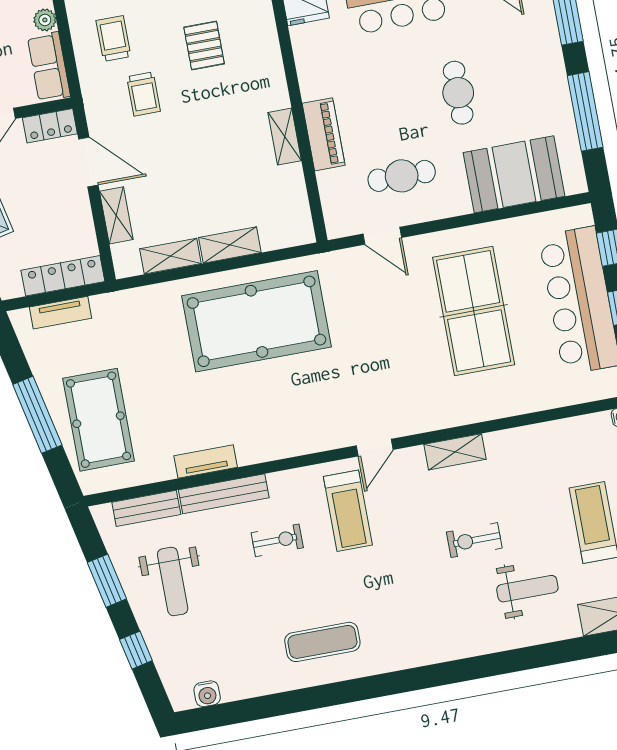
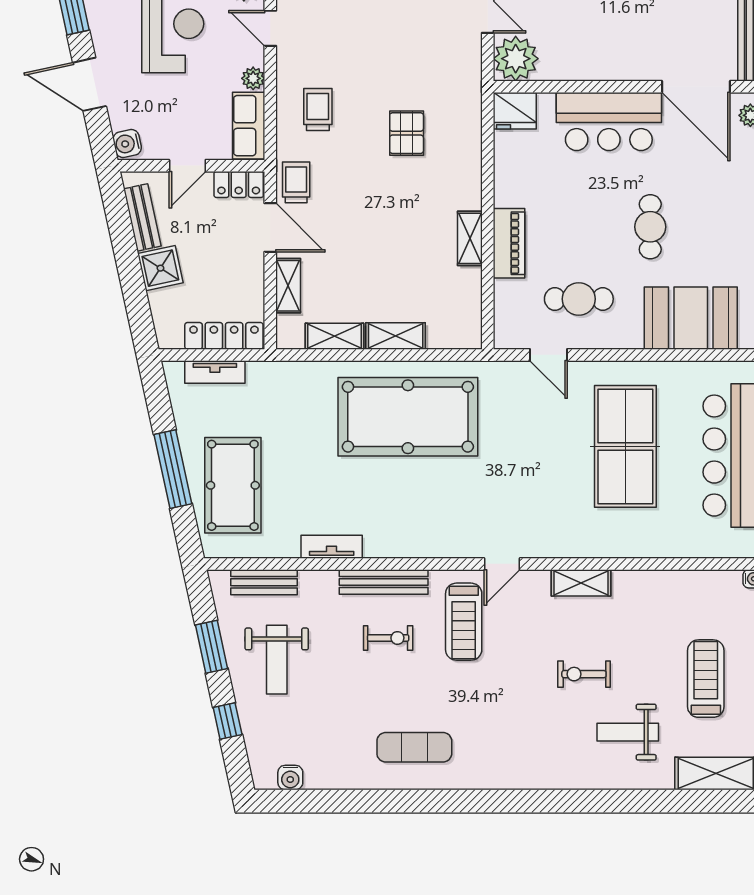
trolley: (144, 94) -> (296, 182), moved, turned 180
bench: (224, 494) -> (384, 582), moved
weight bench: (527, 589) -> (628, 732), turned 180

